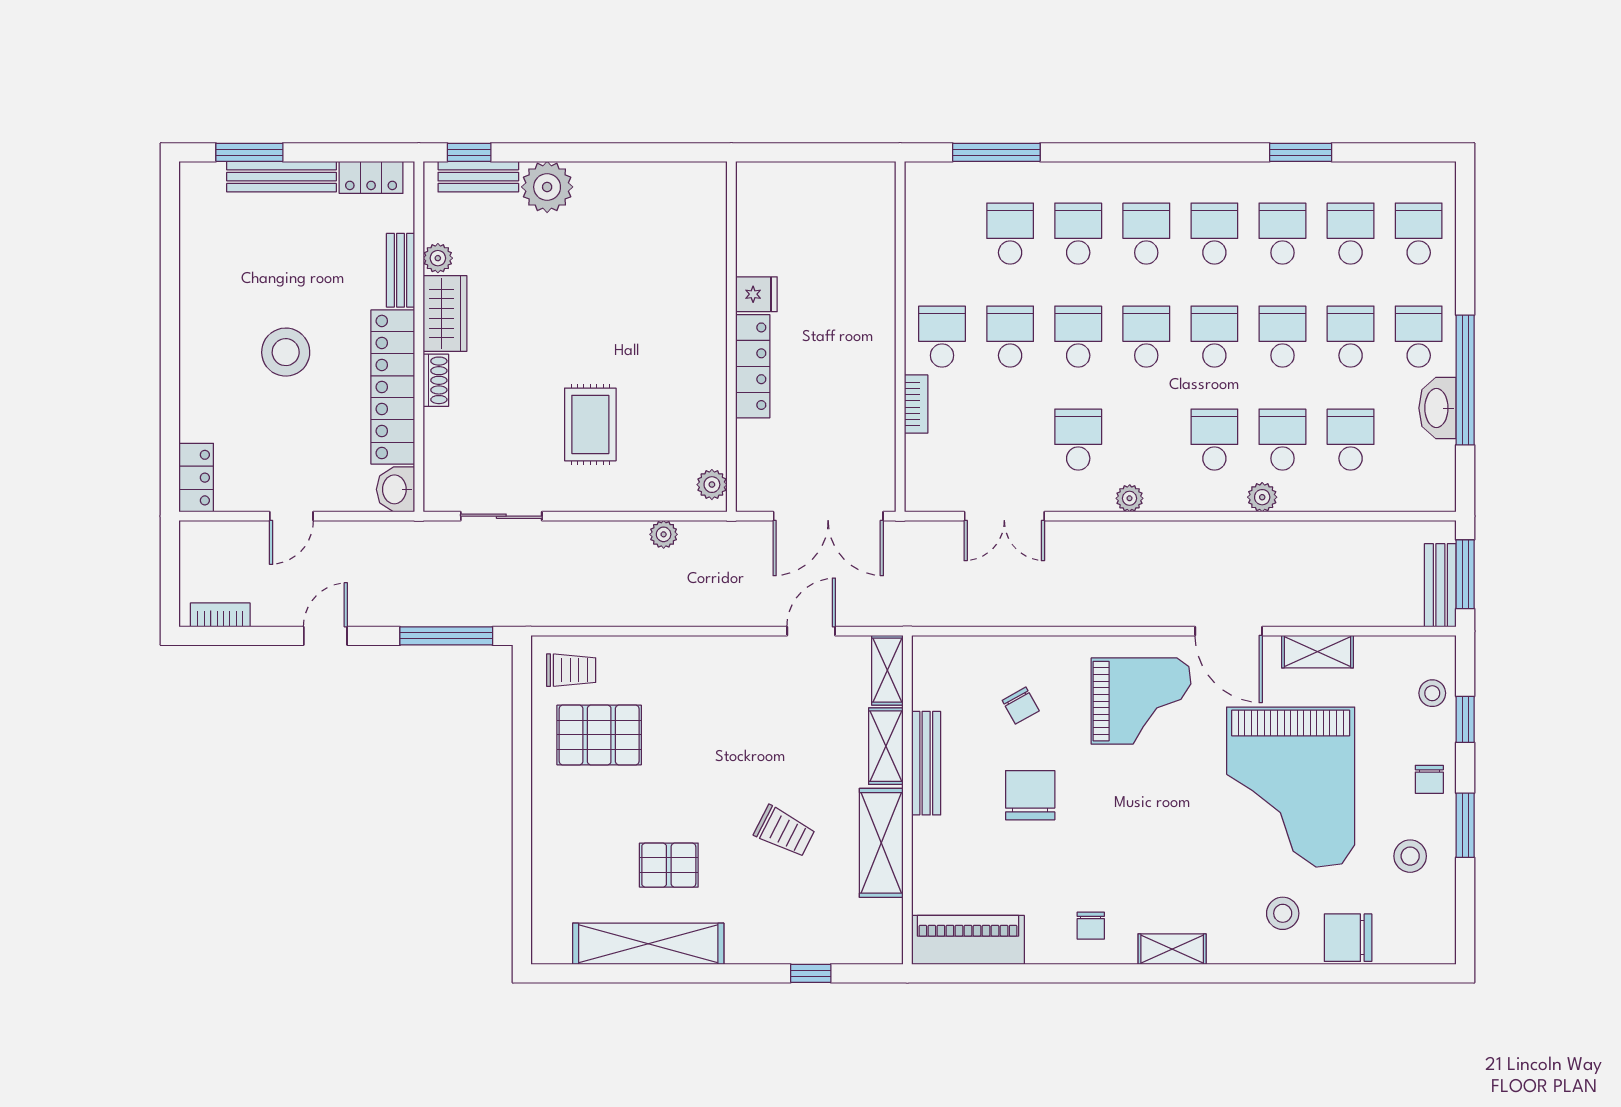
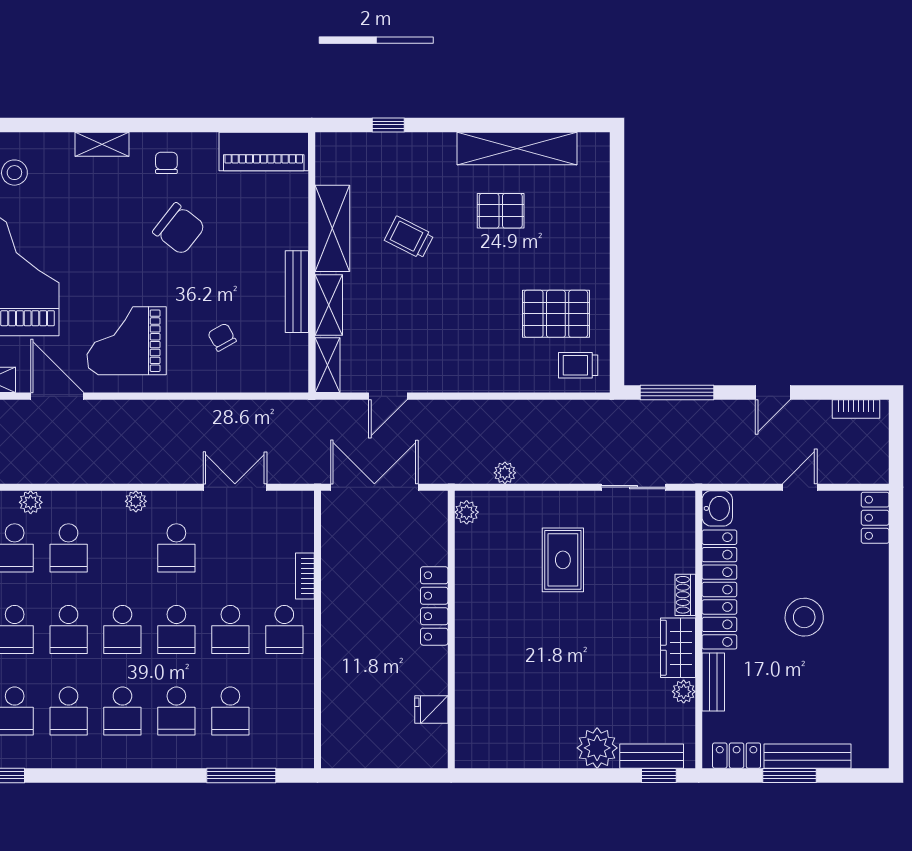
window: (249, 152) -> (790, 775), moved
fridge: (756, 294) -> (431, 709), moved
chair: (1030, 795) -> (179, 229), moved, turned -52

